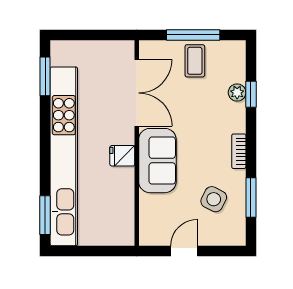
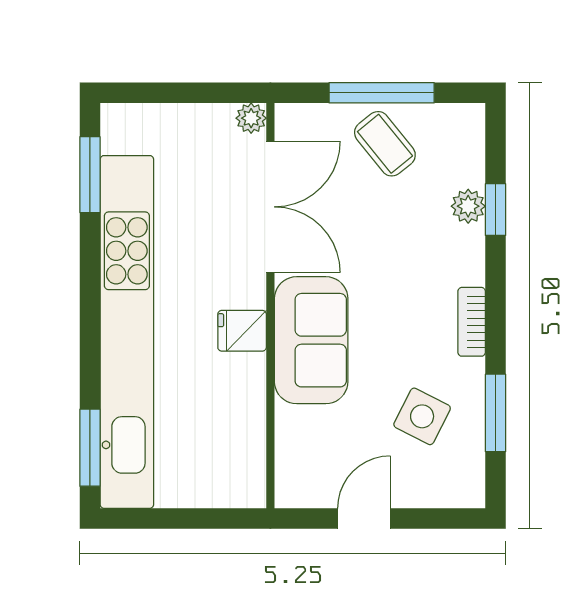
plant: (127, 48) -> (251, 118), added
coffee table: (195, 61) -> (385, 144), turned -39

